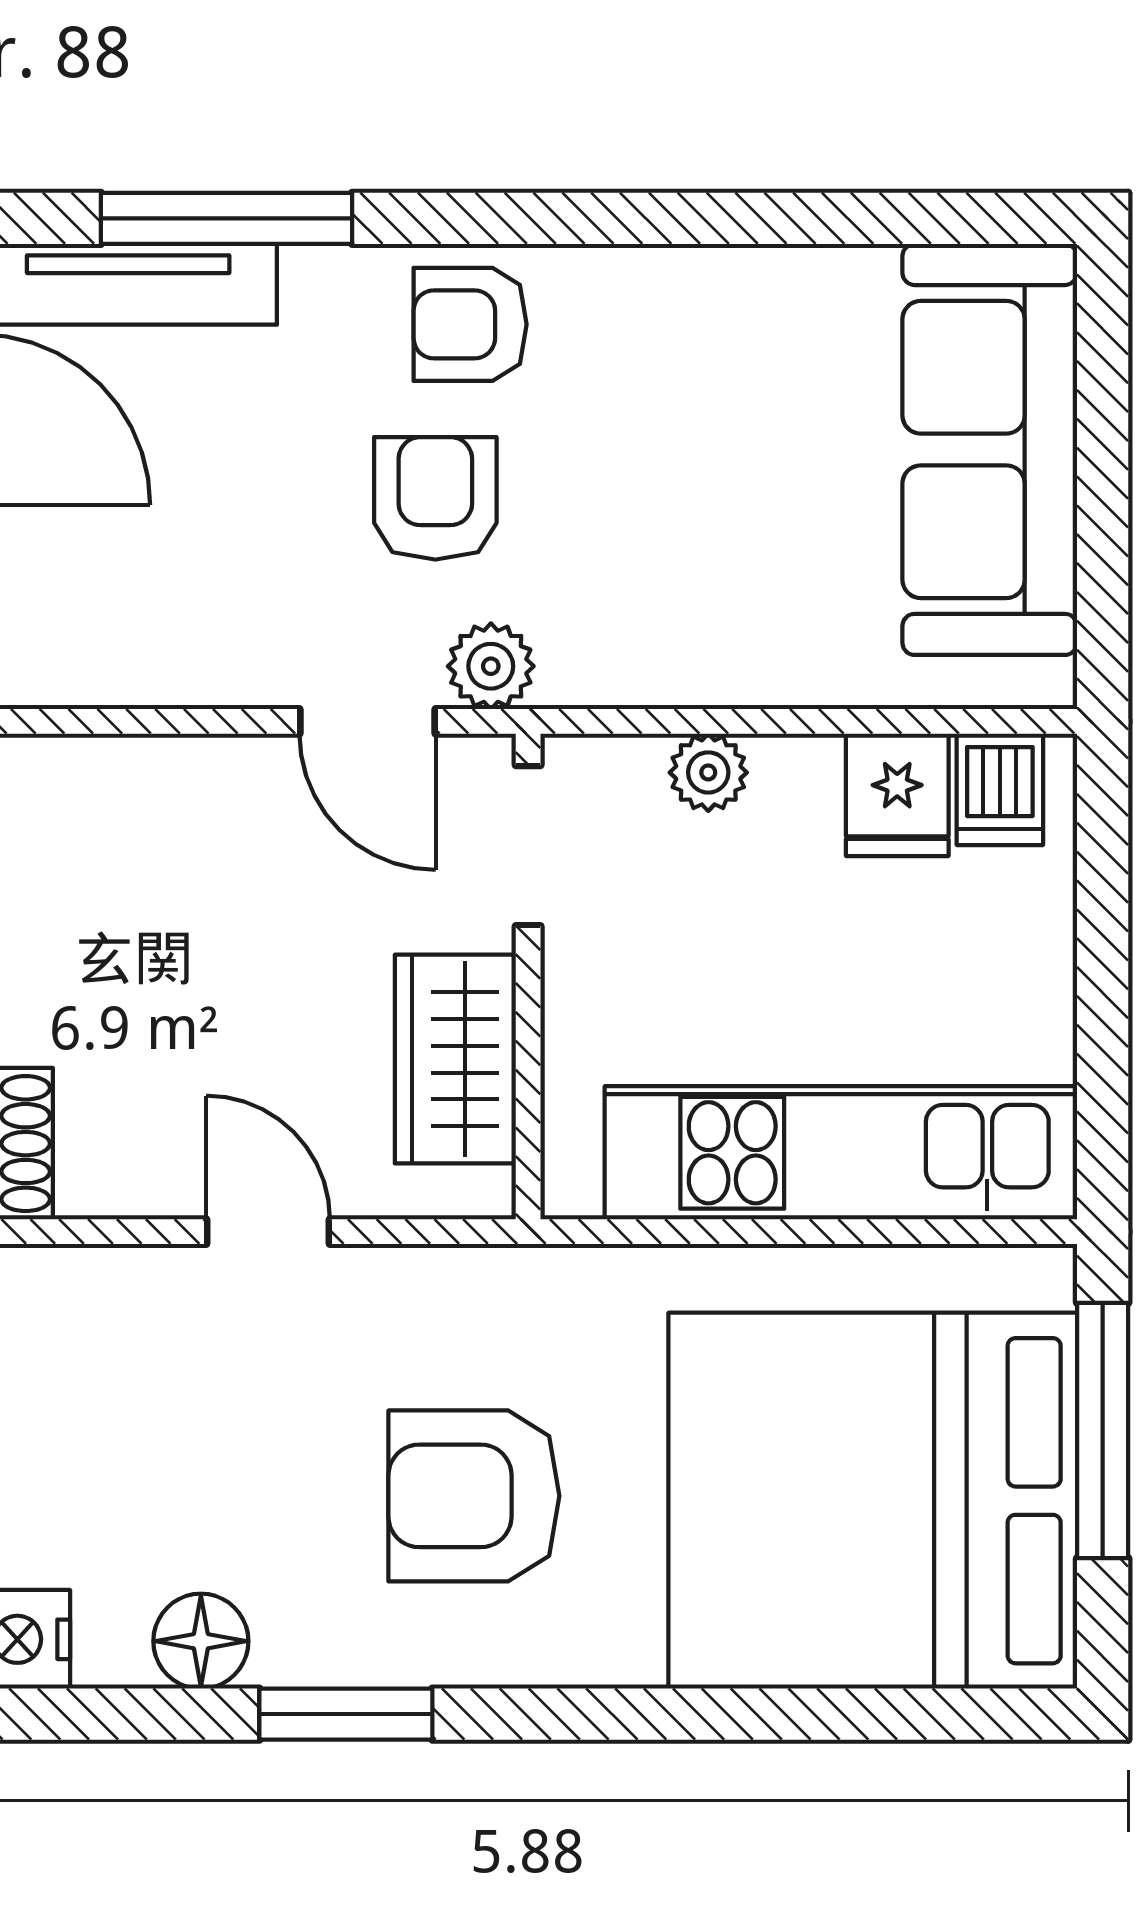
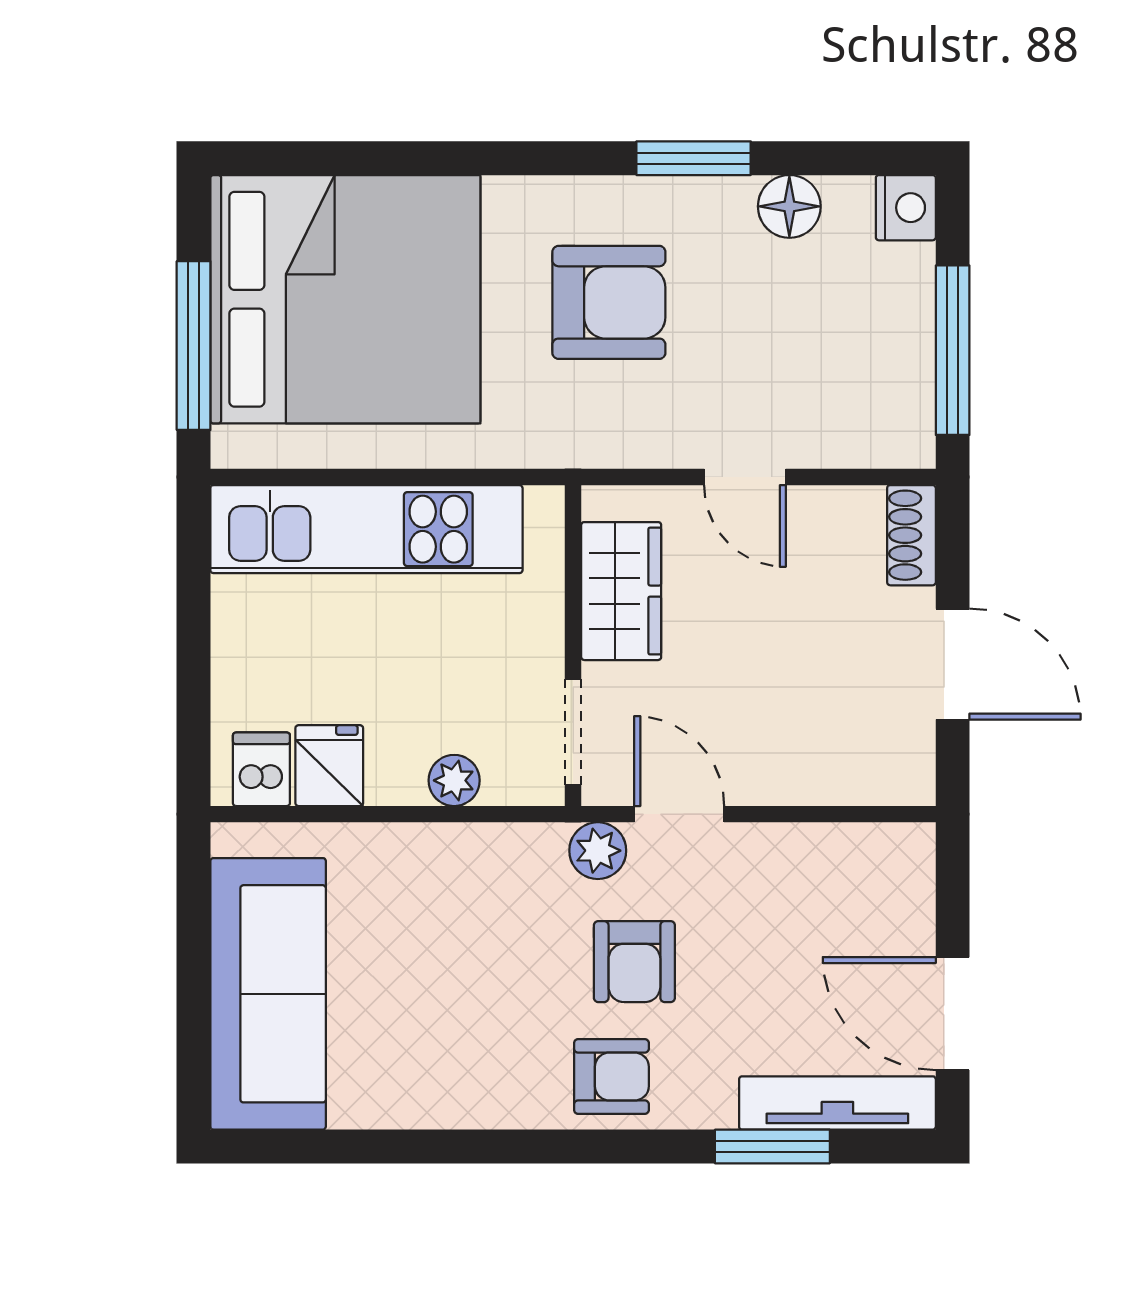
window: (227, 218) -> (772, 1146), width x0.69

